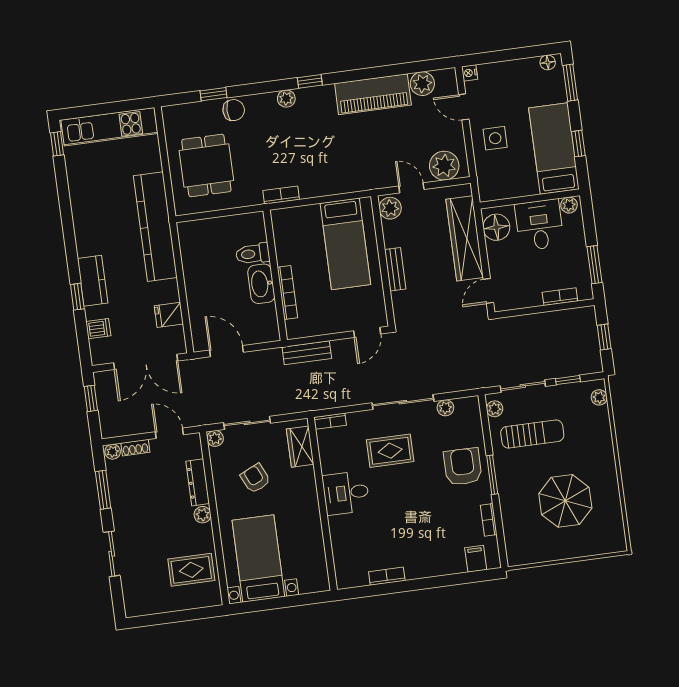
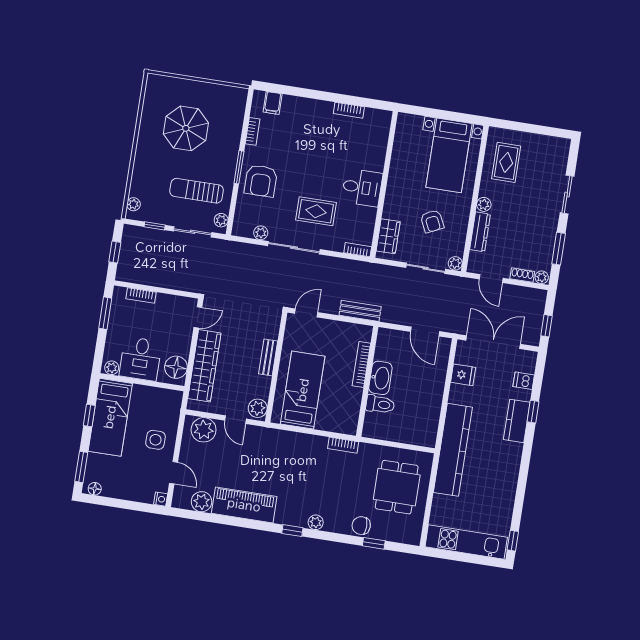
rug: (191, 570) -> (506, 162), turned 90

